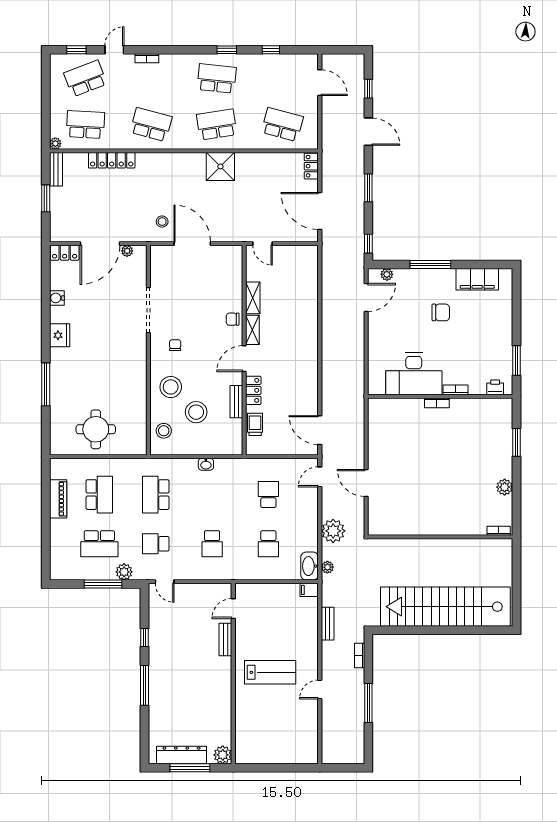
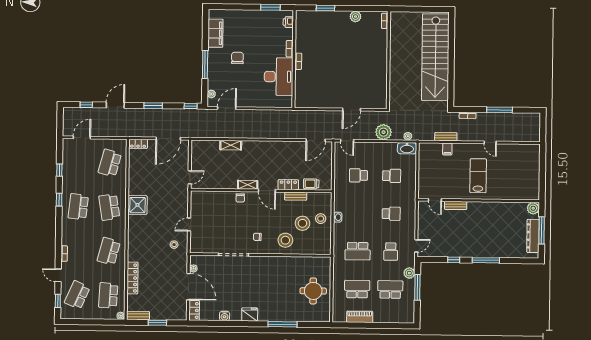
school desk: (85, 78) -> (77, 295), turned 45
door: (192, 244) -> (189, 225), width x0.53
door: (366, 297) -> (227, 108), hinge flipped
shelving: (253, 298) -> (231, 145), moved
stool: (164, 431) -> (321, 219), moved
school desk: (99, 544) -> (390, 289), turned -90
filing cabinet: (309, 590) -> (447, 149), moved

